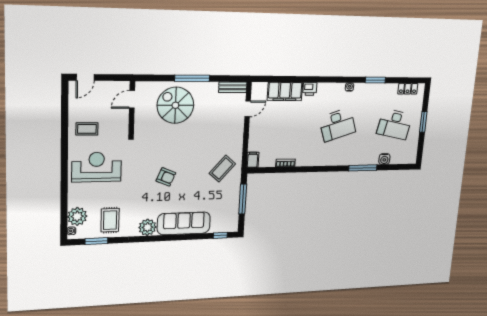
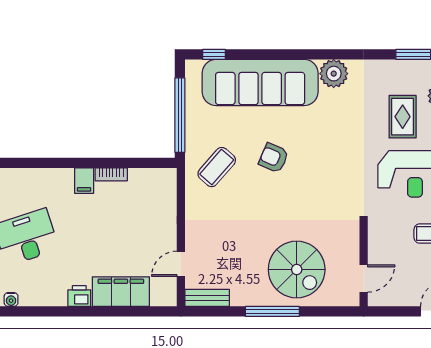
filing cabinet: (253, 160) -> (84, 181), moved
armchair: (166, 177) -> (274, 158), moved
window: (243, 199) -> (180, 115), width x1.46
rug: (110, 220) -> (403, 117), moved
sofa: (184, 223) -> (260, 82), width x1.36, depth x1.27

